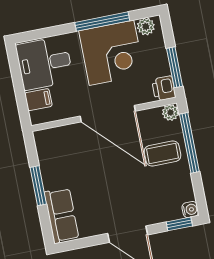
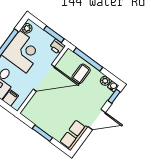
plant: (170, 113) -> (105, 81), moved
row of seats: (61, 215) -> (74, 135), moved, turned -90

